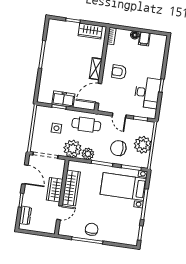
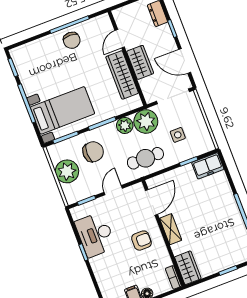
wardrobe: (90, 31) -> (188, 268), moved, turned 90
freezer: (63, 99) -> (208, 166), moved
door: (119, 115) -> (113, 190), hinge flipped

